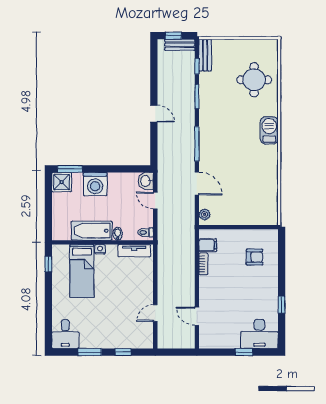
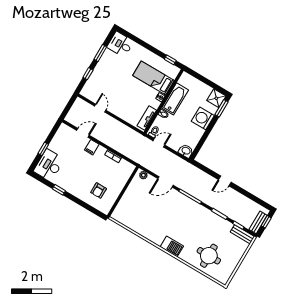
door: (155, 201) -> (159, 143), moved
filing cabinet: (208, 245) -> (92, 147), moved

